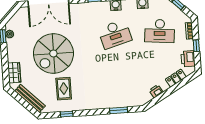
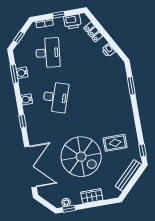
desk: (115, 34) -> (56, 97), turned 33
wardrobe: (14, 73) -> (92, 196), moved
window: (67, 114) -> (142, 150), moved

